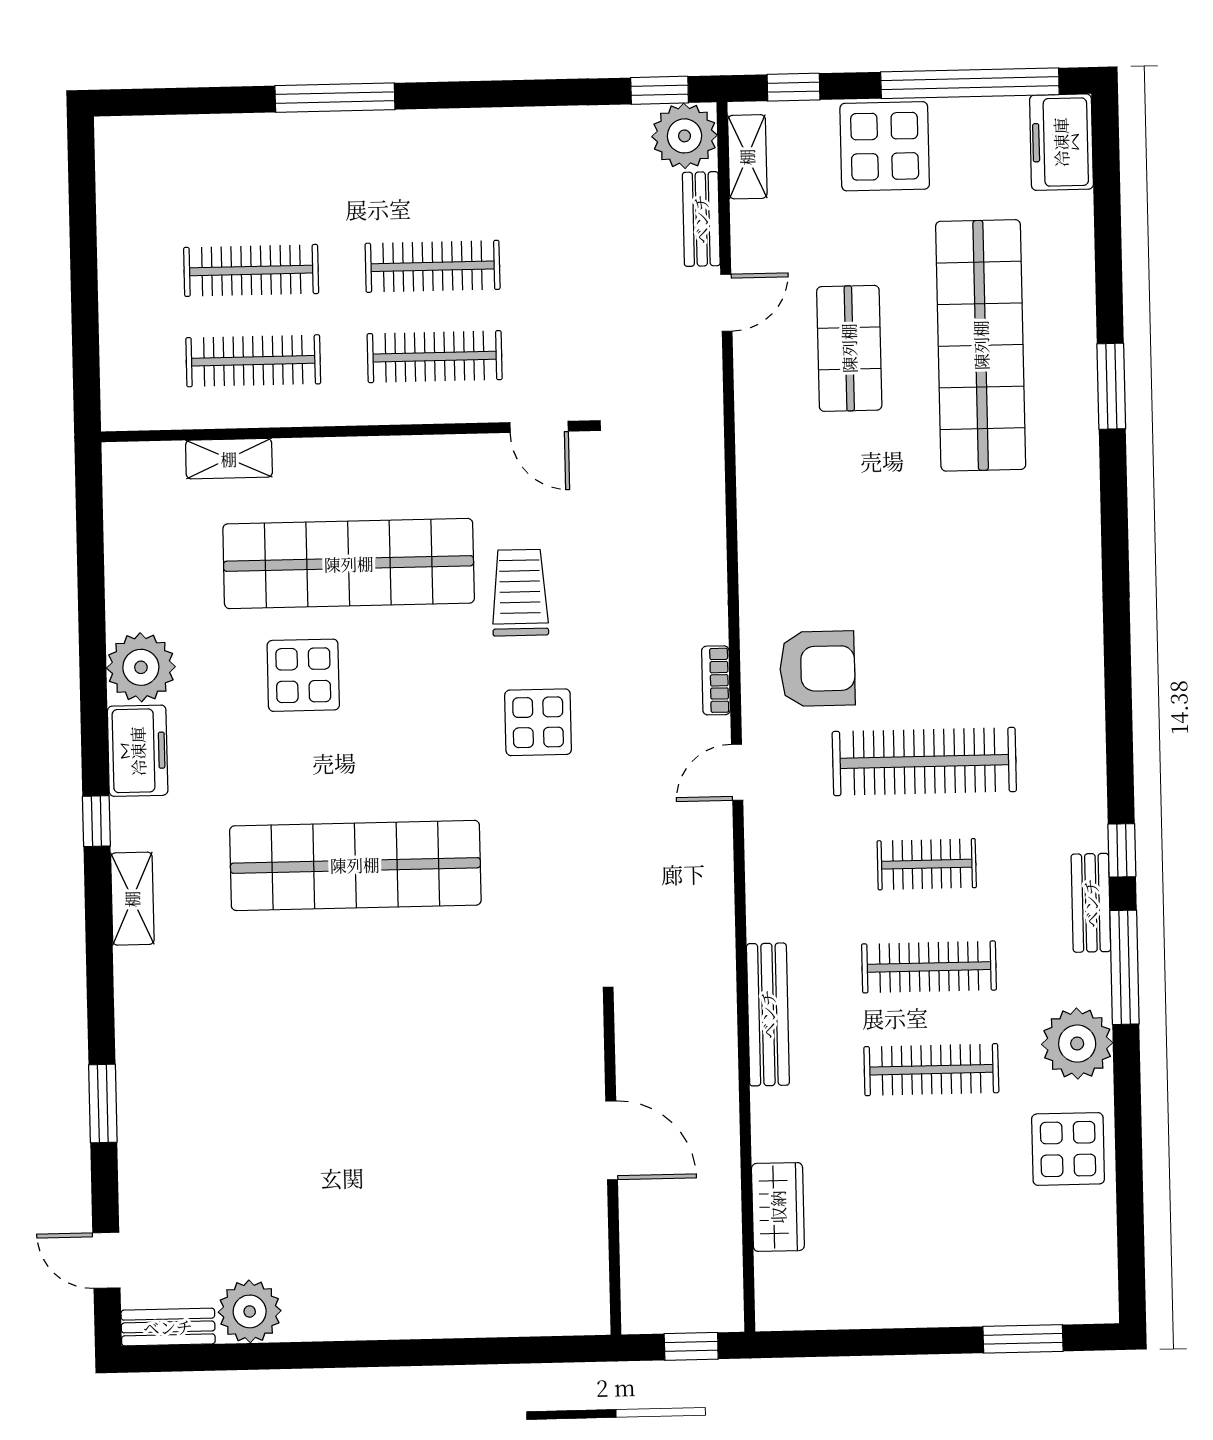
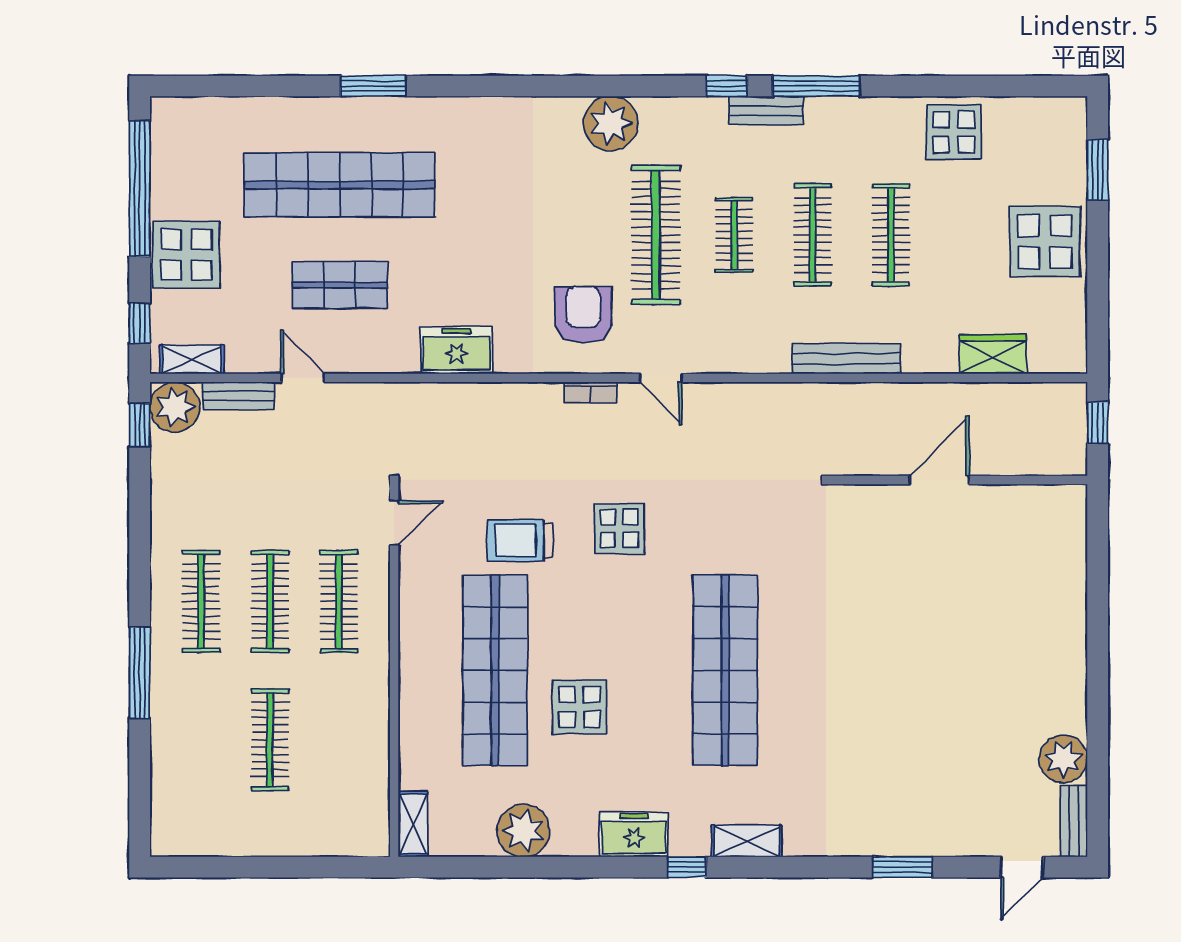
freezer: (1061, 142) -> (457, 350), moved, turned 180
clothes rail: (253, 361) -> (201, 601), moved
shelving: (229, 459) -> (413, 824), moved
plant: (141, 667) -> (524, 830), moved
plant: (1077, 1044) -> (611, 123), moved
display table: (927, 1272) -> (1045, 242), added

